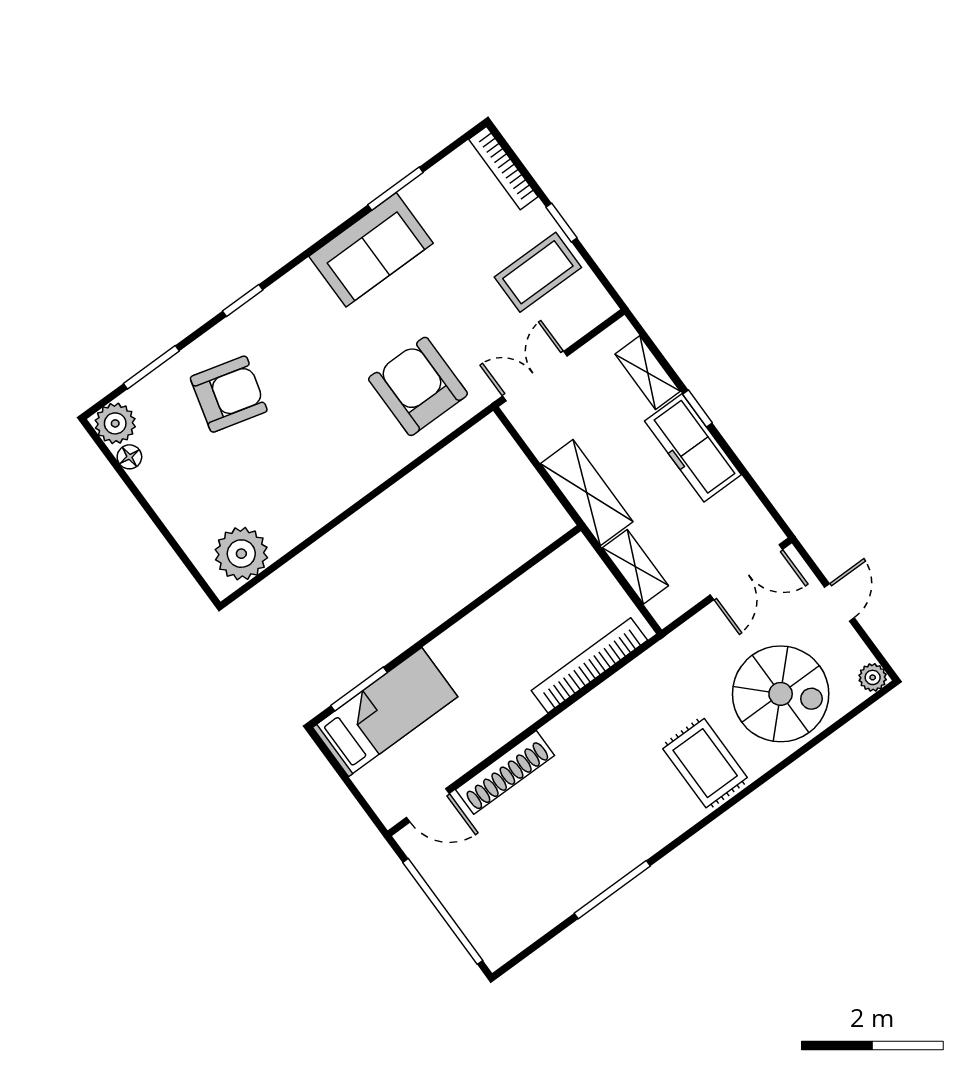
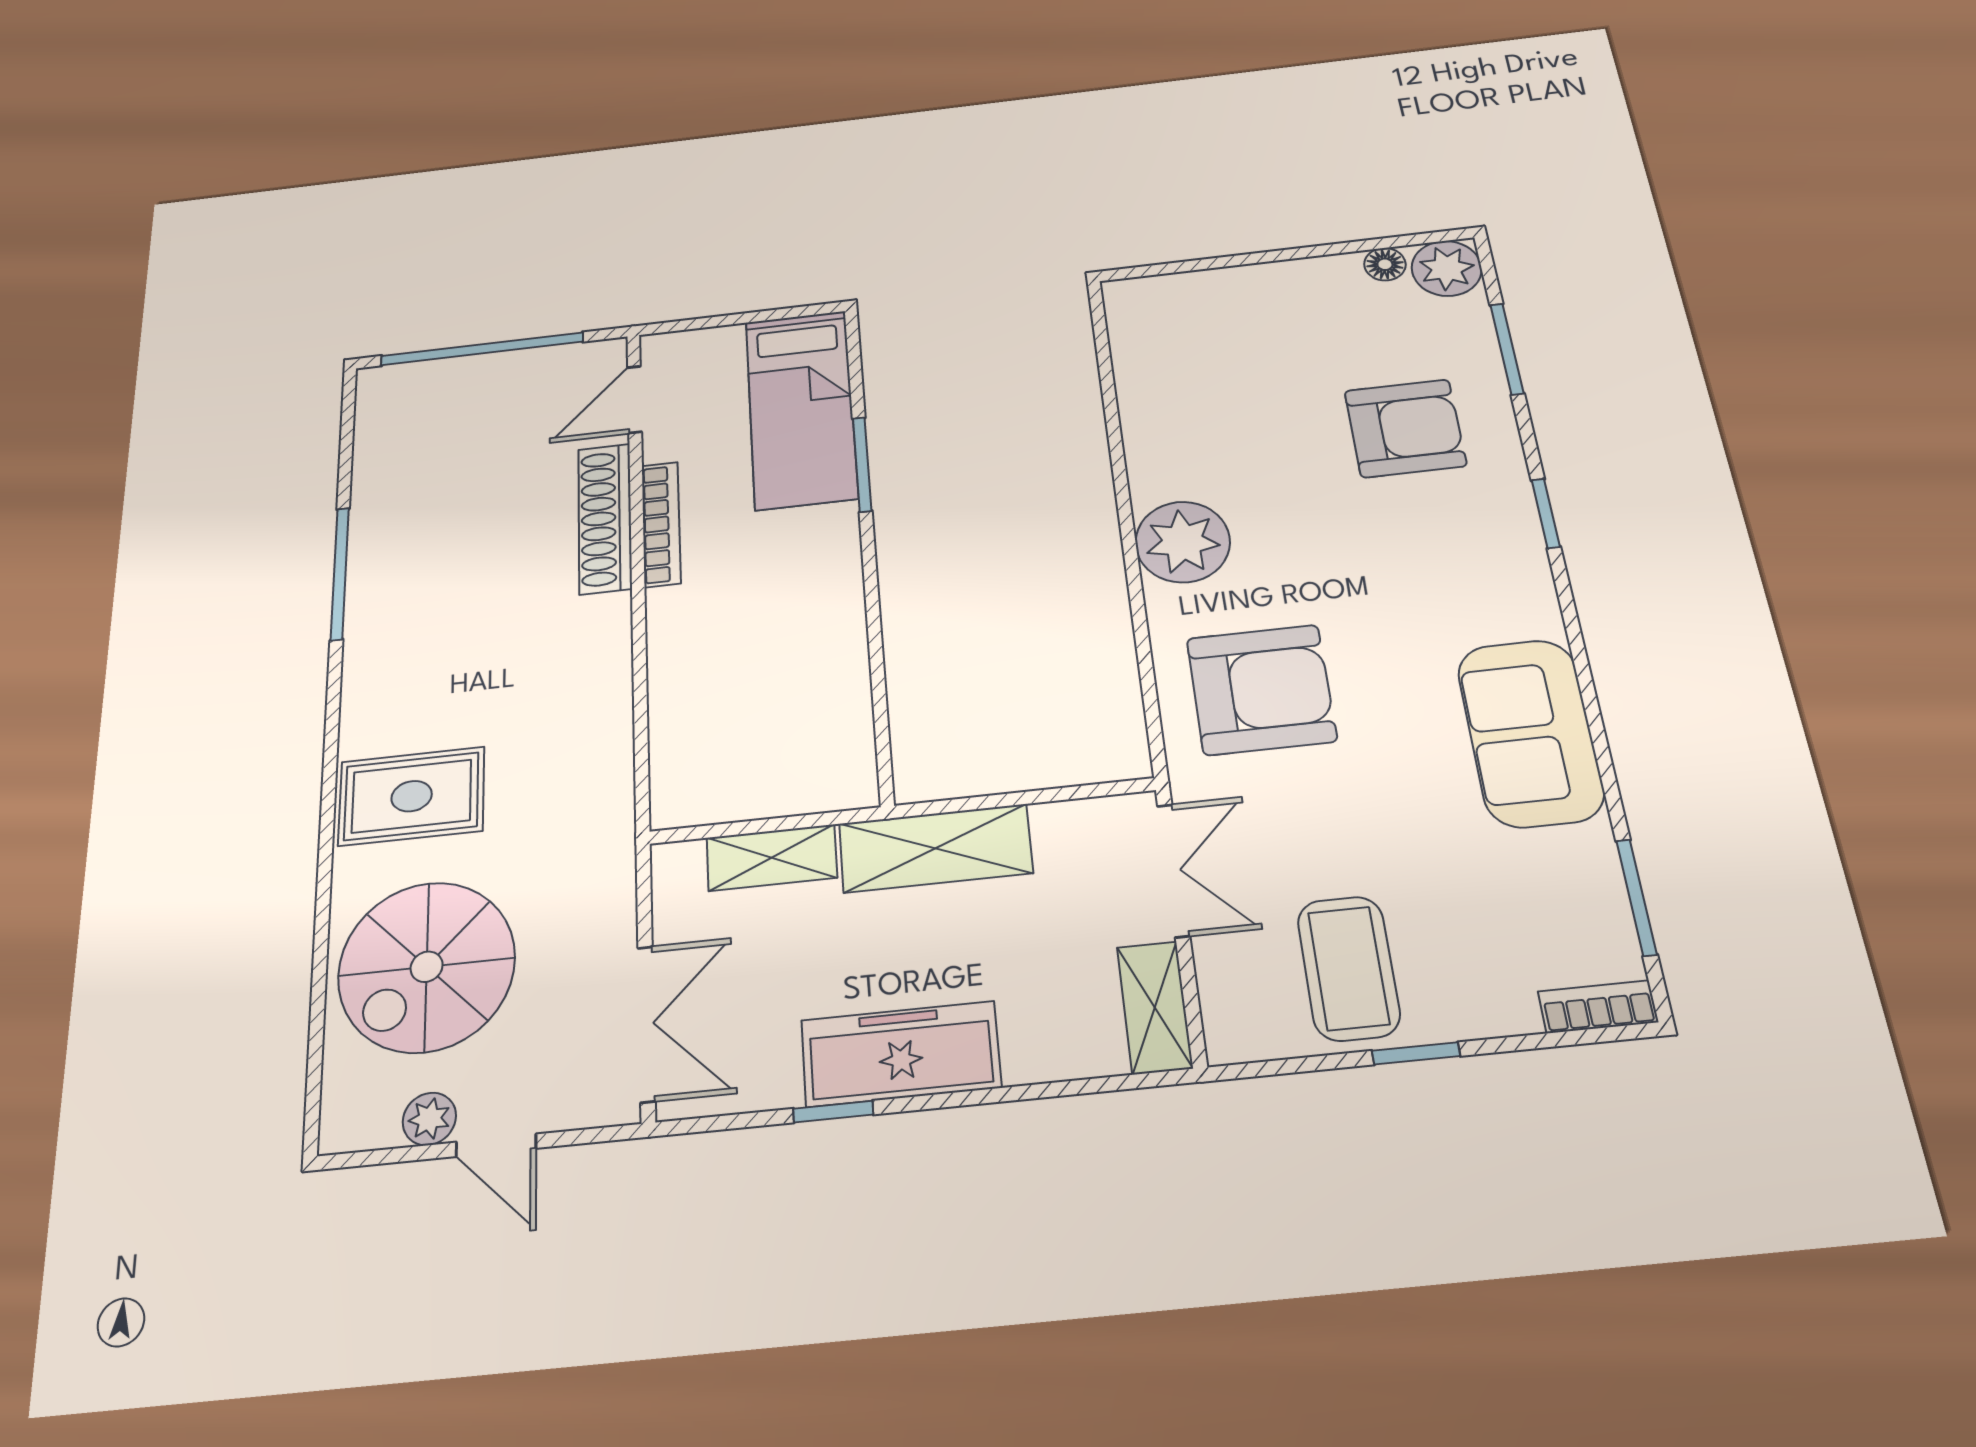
bookcase: (503, 168) -> (1598, 1007), width x0.64
window: (395, 189) -> (1636, 897), moved
shelving: (648, 373) -> (1155, 1007), moved, turned 90
armchair: (229, 394) -> (1405, 428), turned -105
window: (697, 409) -> (833, 1112), moved
plant: (241, 554) -> (1183, 542), moved
double door: (746, 572) -> (647, 1024), swing flipped
bookcase: (589, 665) -> (661, 524), moved, width x0.68, depth x0.76
plant: (873, 677) -> (429, 1119), moved
window: (359, 689) -> (862, 464), moved

